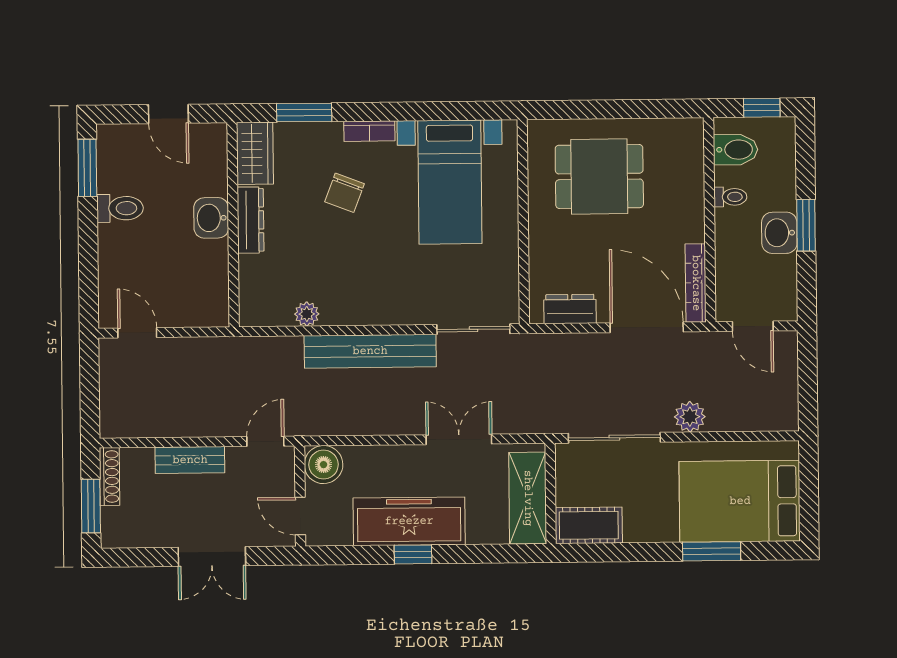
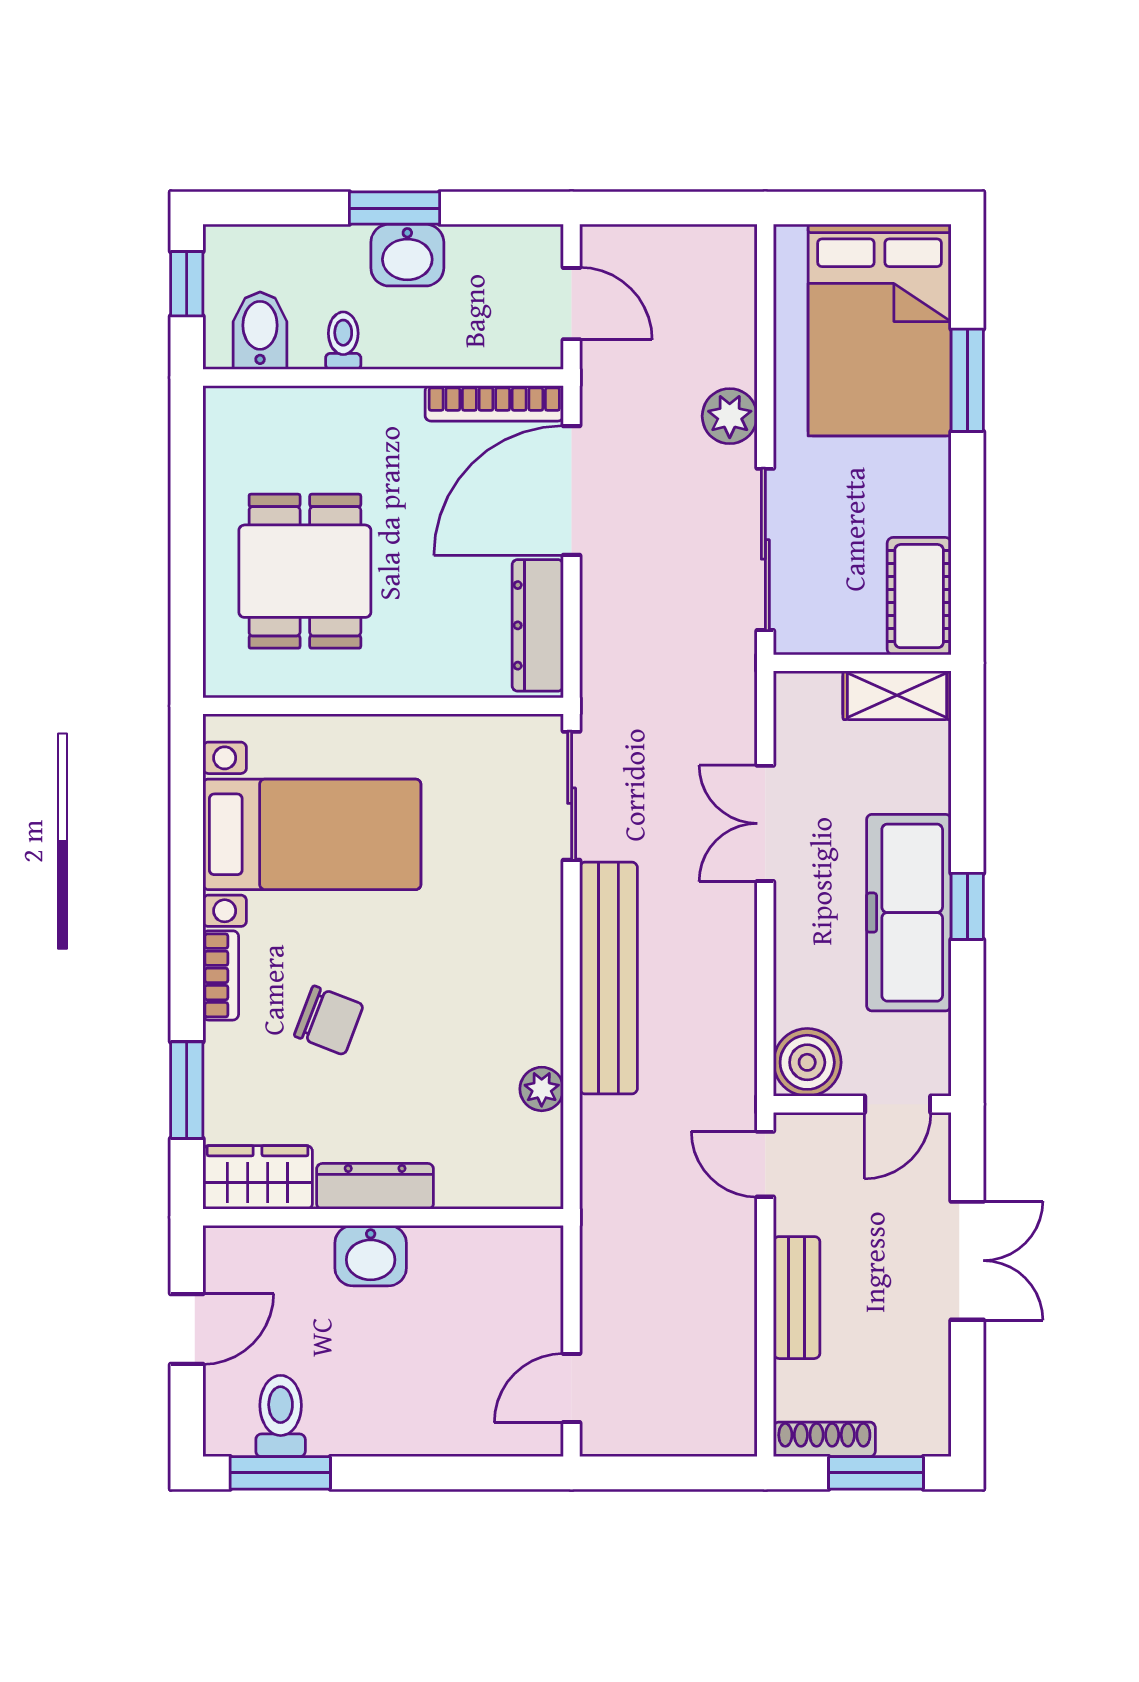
toilet: (120, 208) -> (281, 1416), moved
dresser: (570, 309) -> (538, 625), width x1.44
door: (753, 326) -> (572, 304), hinge flipped
shelving: (528, 498) -> (897, 695), width x0.67, depth x0.75

